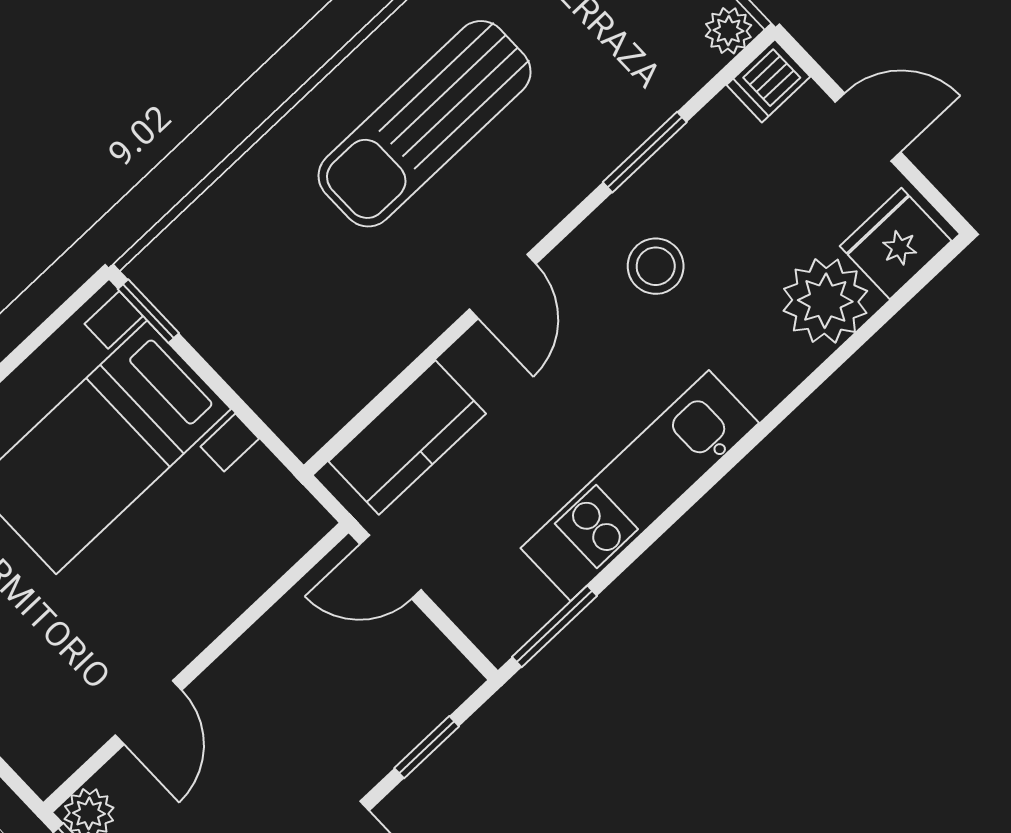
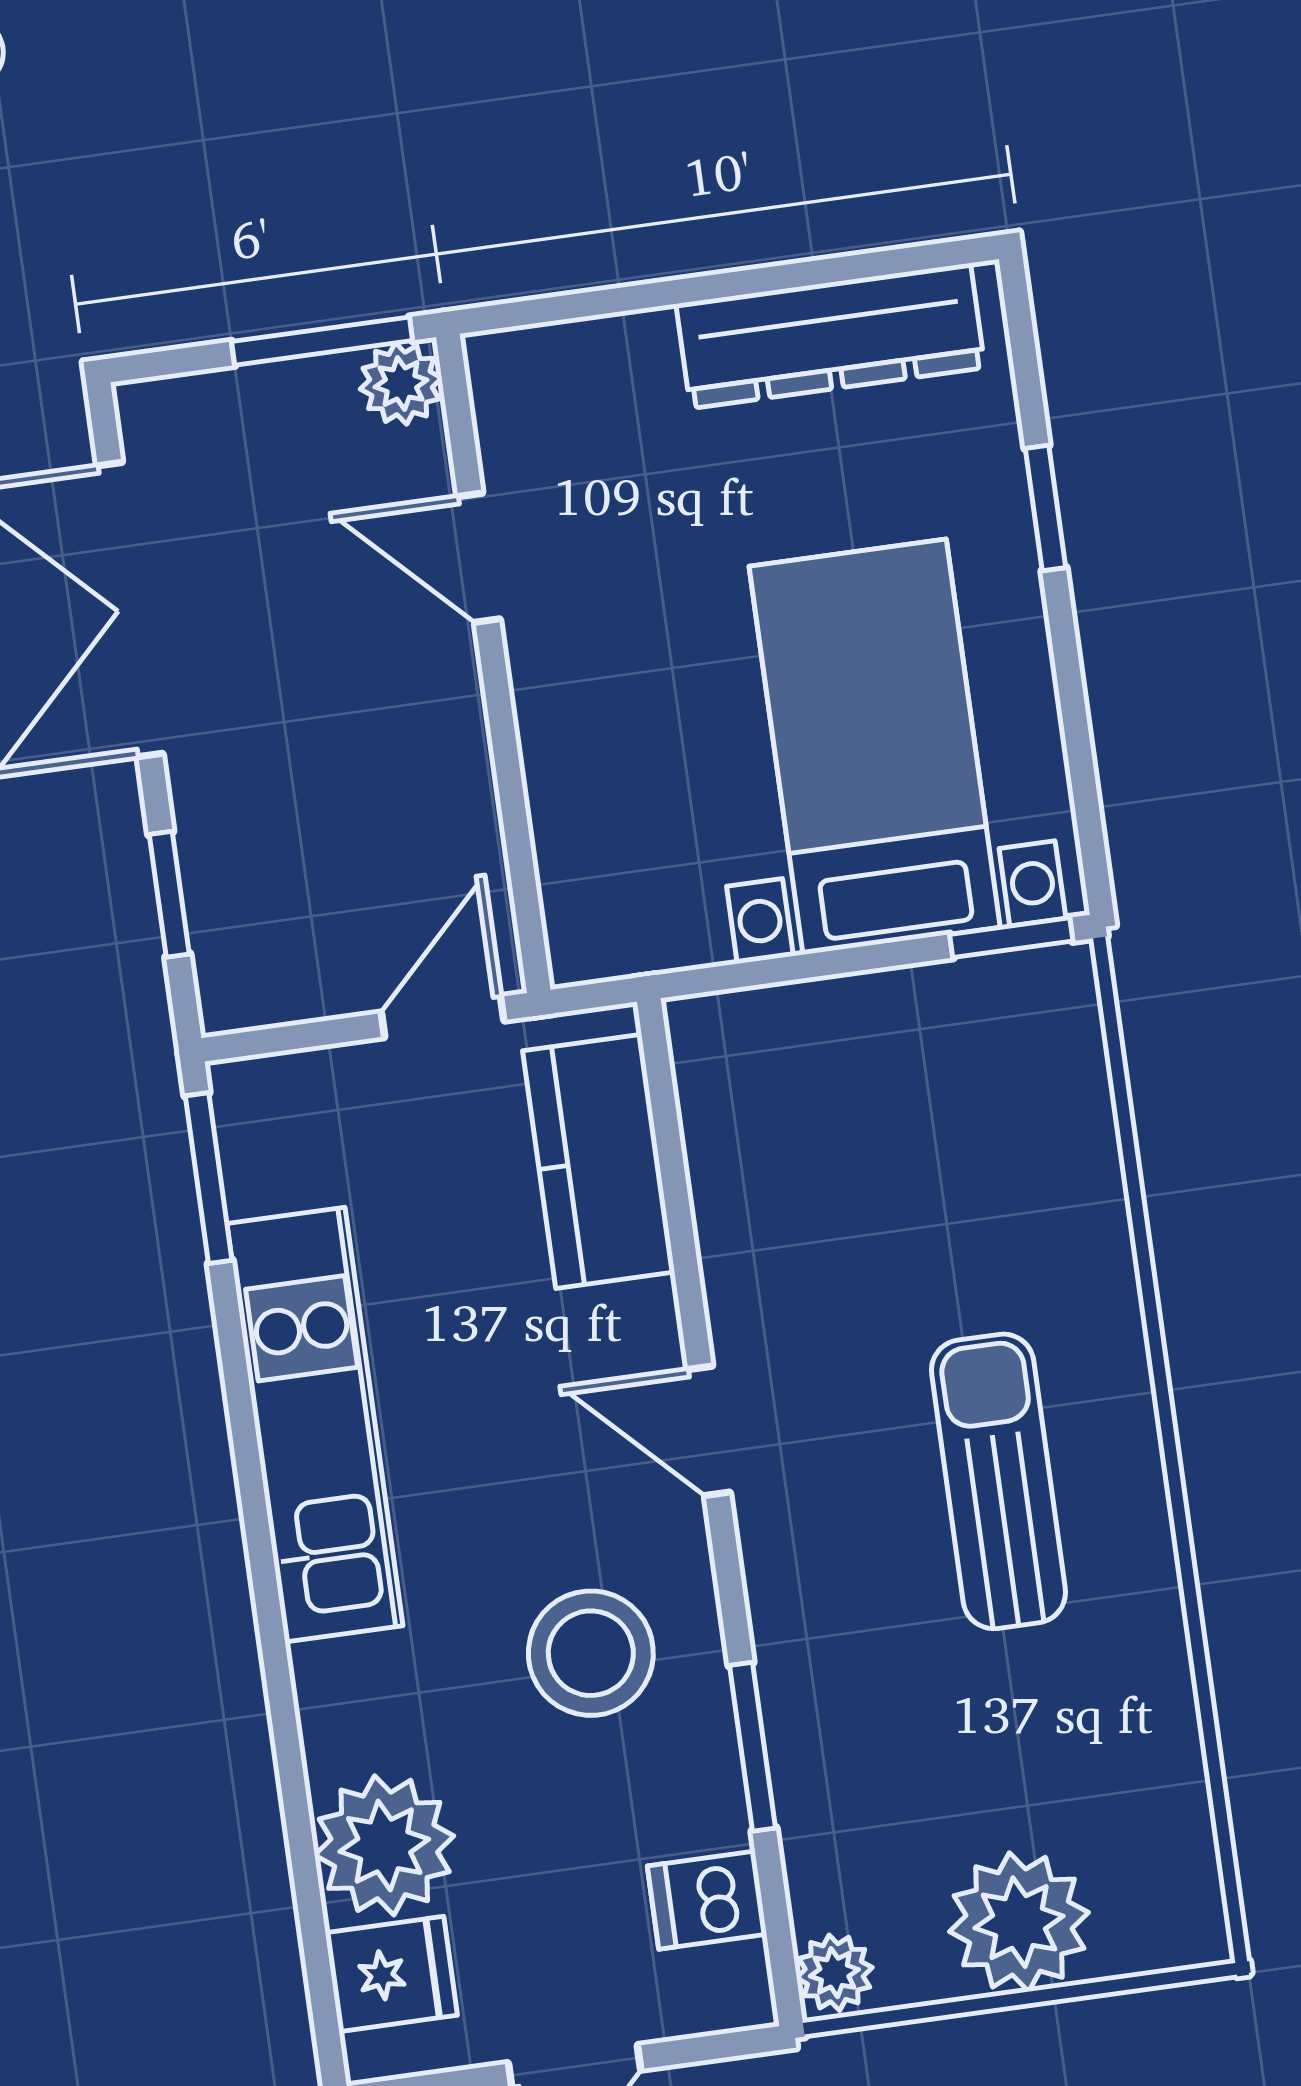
dishwasher: (768, 81) -> (707, 1900), moved, turned -90
sun lounger: (425, 124) -> (998, 1481), width x0.73, depth x0.75
fridge: (896, 243) -> (391, 1974), width x0.72
stool: (656, 266) -> (591, 1653), width x1.38, depth x1.38

